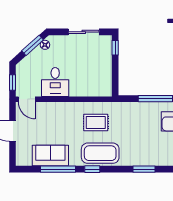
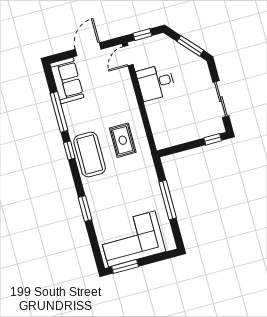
floor lamp: (45, 45) -> (195, 60), removed
sofa: (50, 155) -> (67, 81), moved

